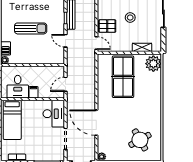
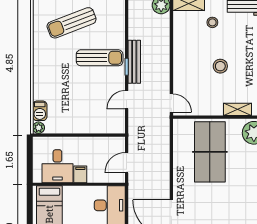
pallet: (107, 26) -> (187, 78), removed
sun lounger: (31, 28) -> (100, 58), moved
door: (66, 41) -> (127, 100), hinge flipped

